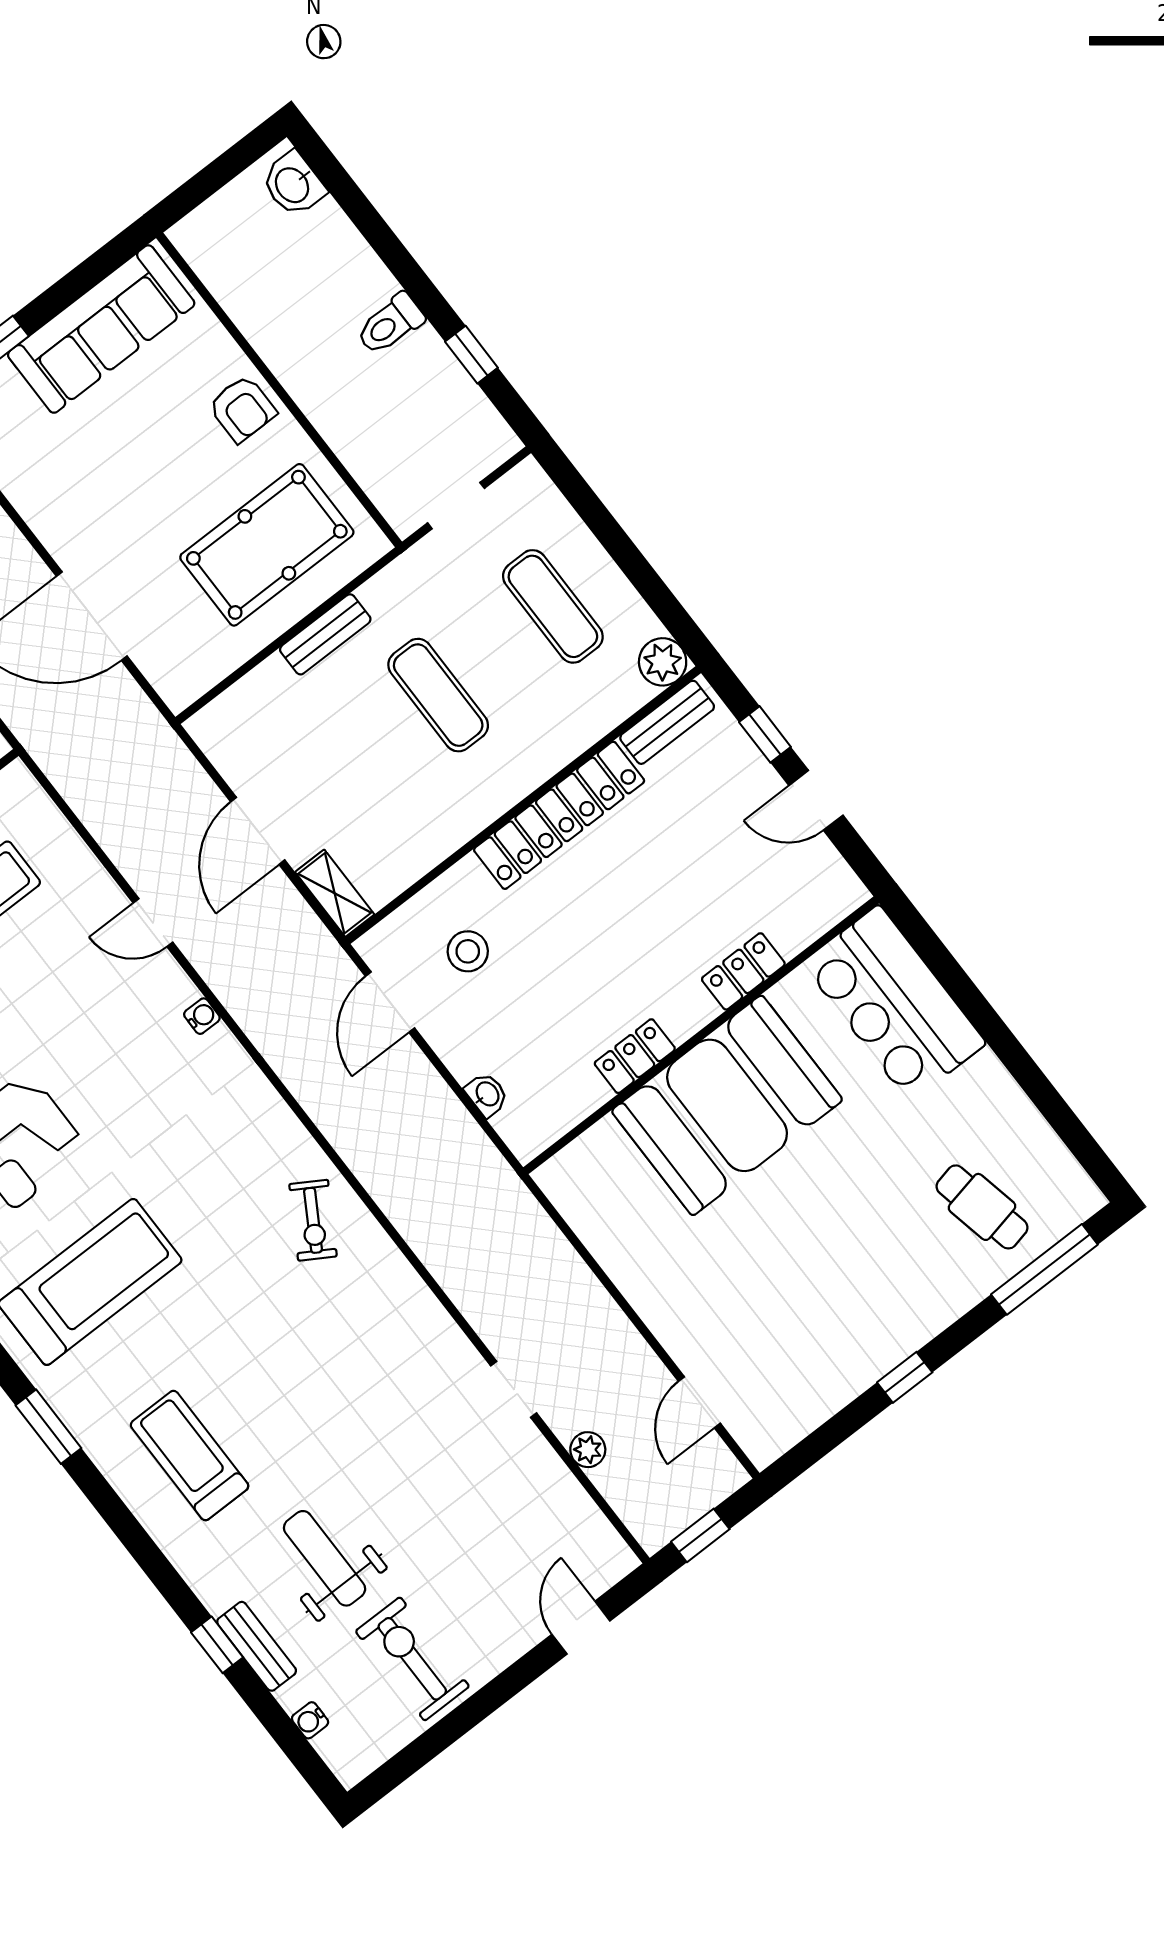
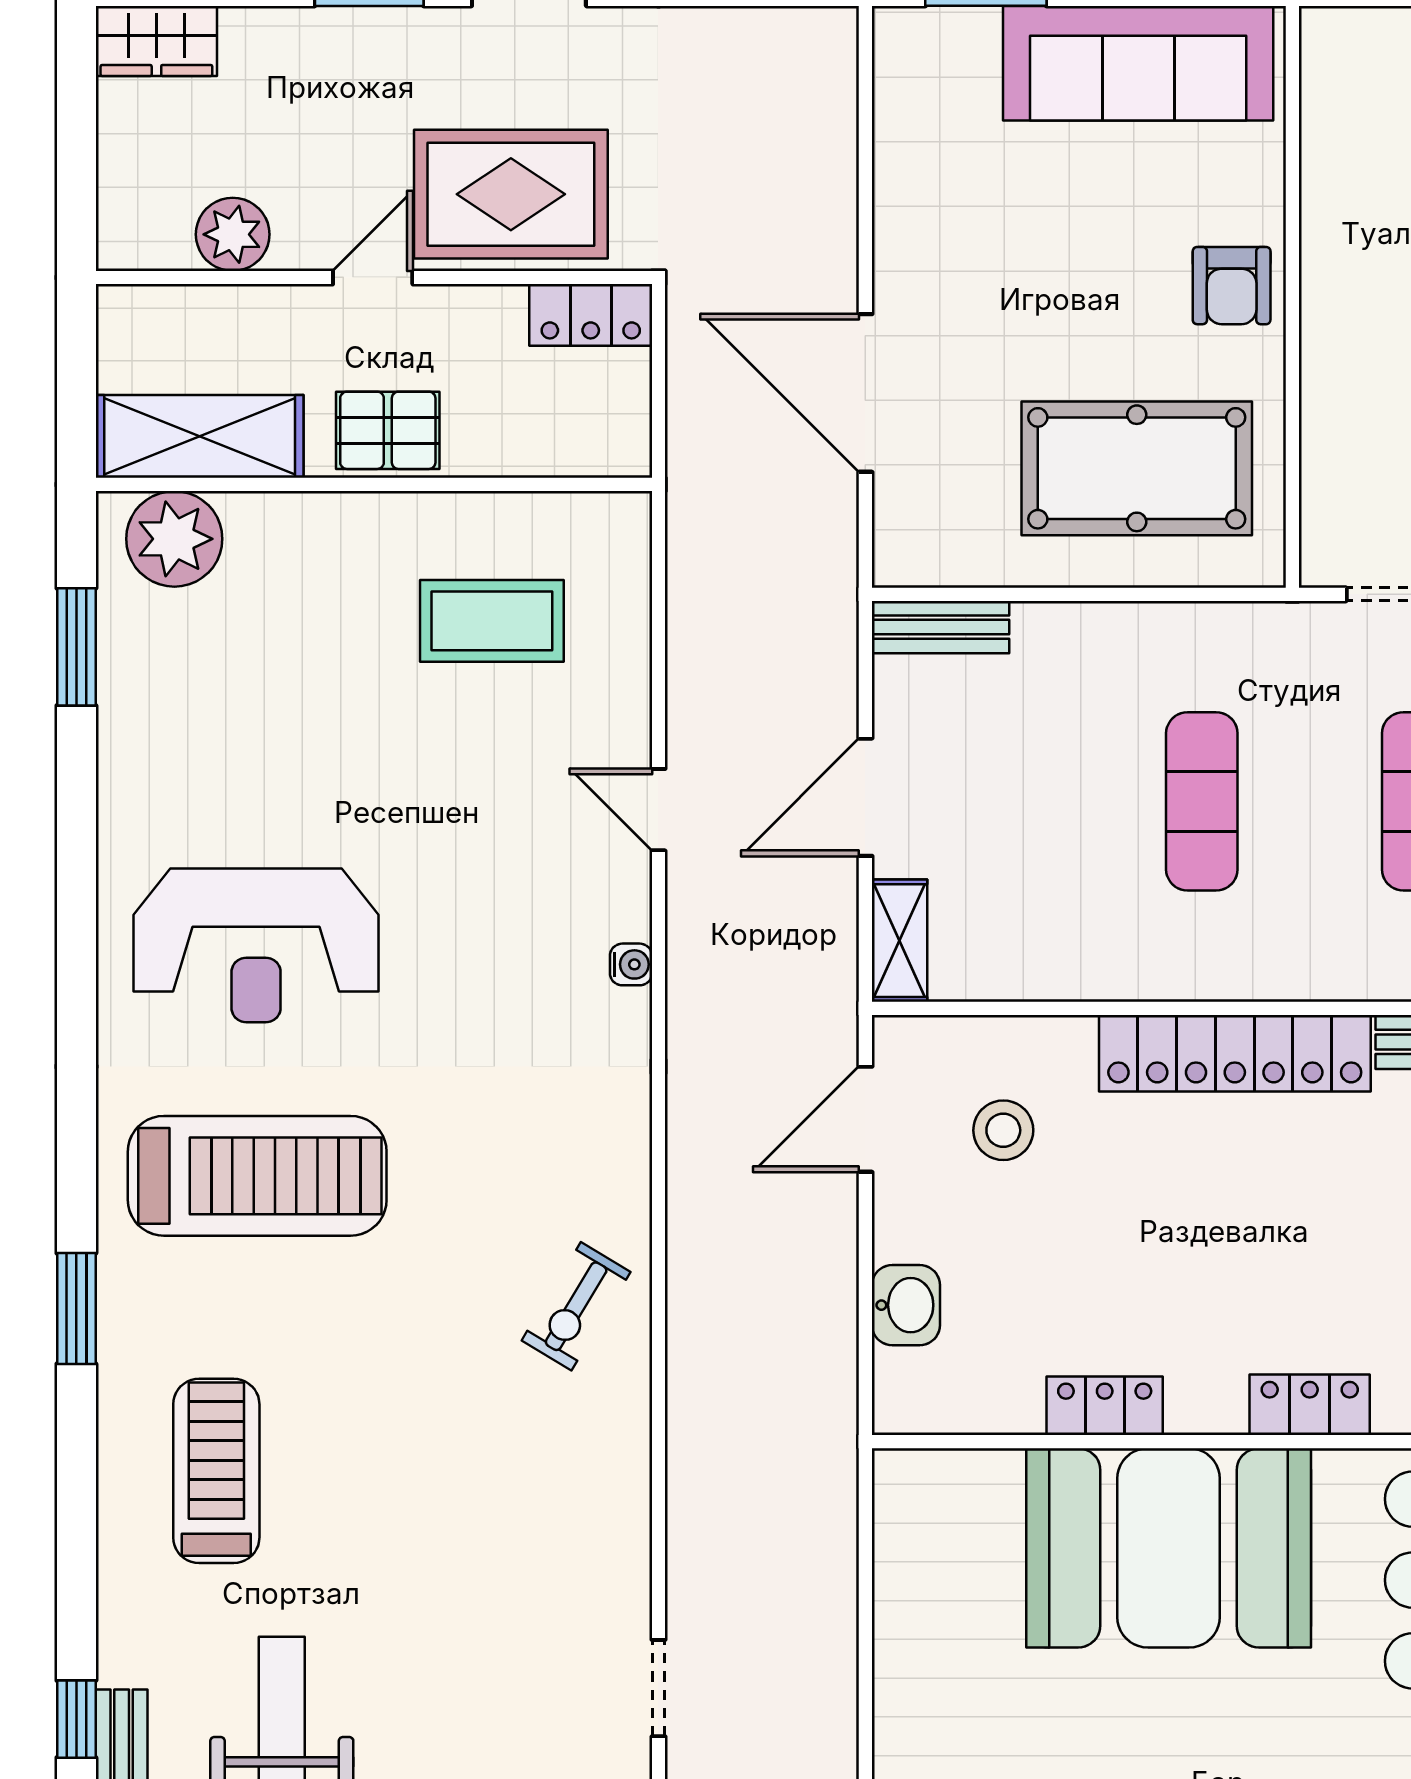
bench: (325, 634) -> (941, 627), moved
washbasin: (487, 1094) -> (906, 1305), width x1.38, depth x1.45

